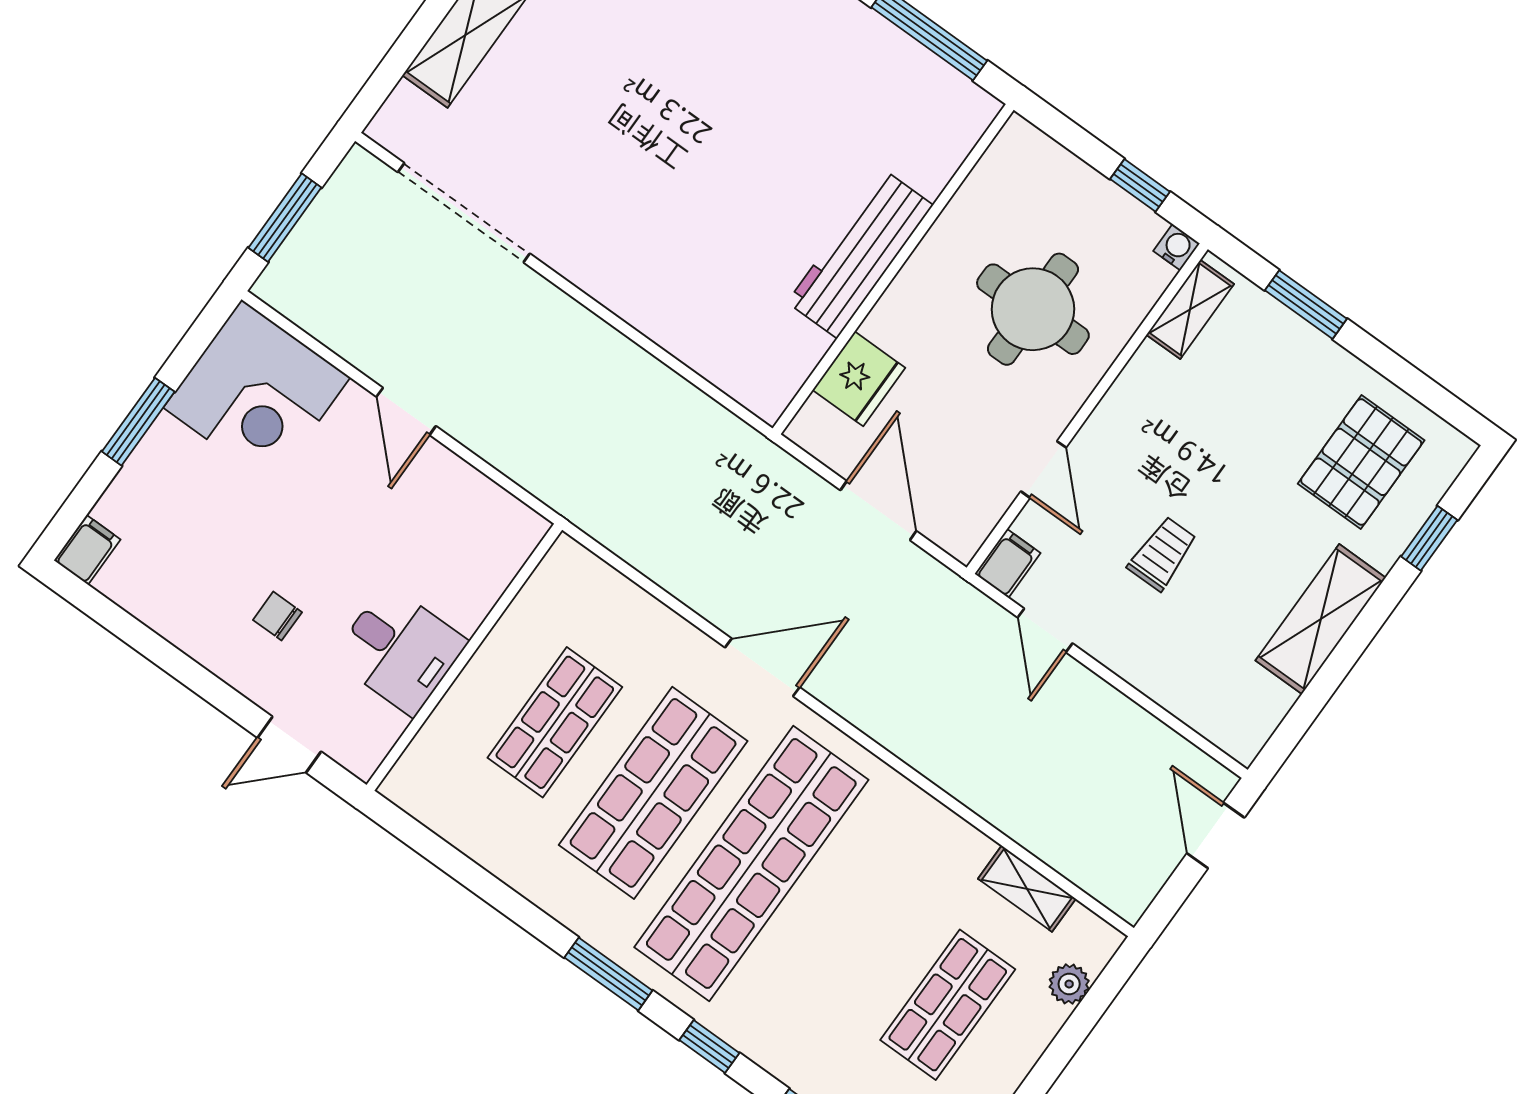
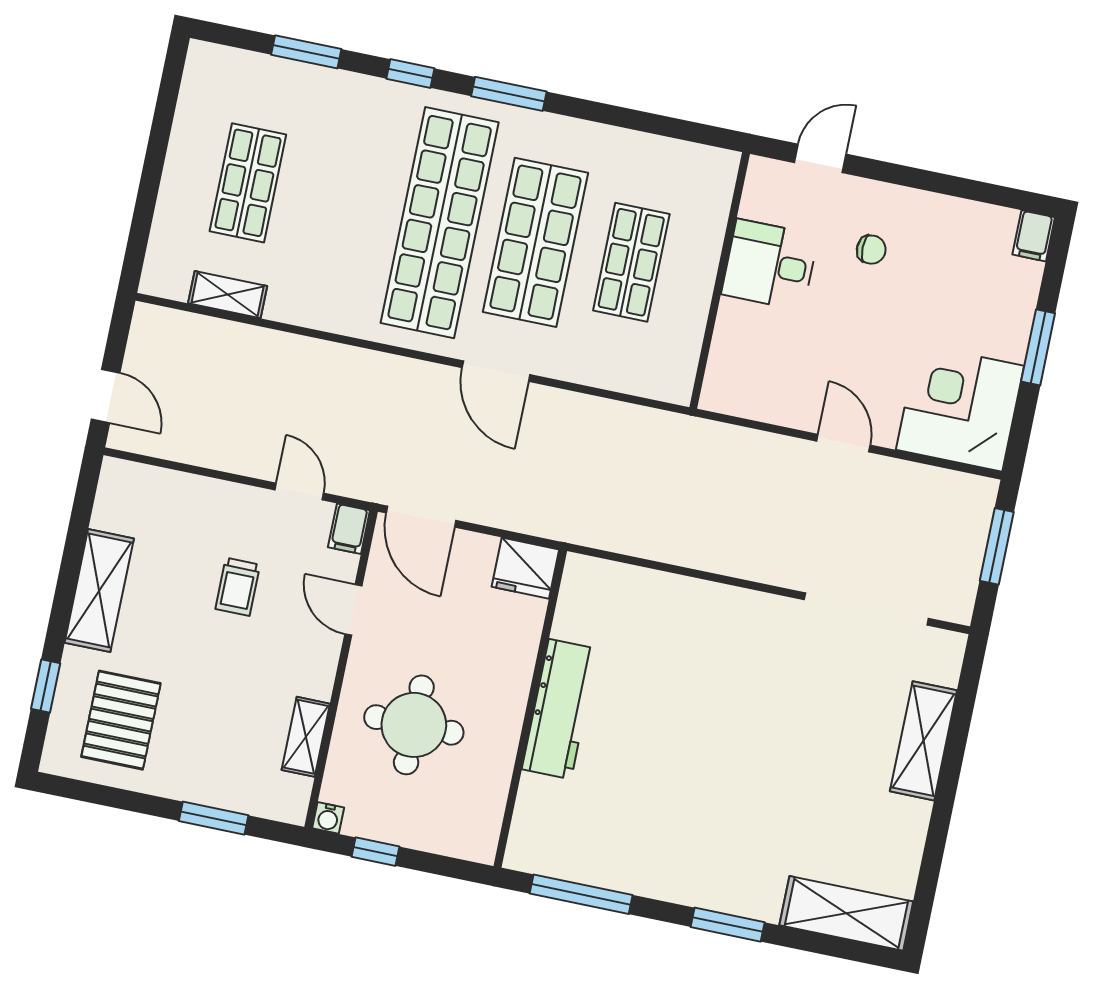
shelving: (1190, 309) -> (306, 737), moved
fridge: (859, 379) -> (525, 568), moved, turned -90
door: (878, 511) -> (421, 517), moved
door: (762, 667) -> (496, 371), hinge flipped
plant: (1069, 984) -> (165, 238), removed

